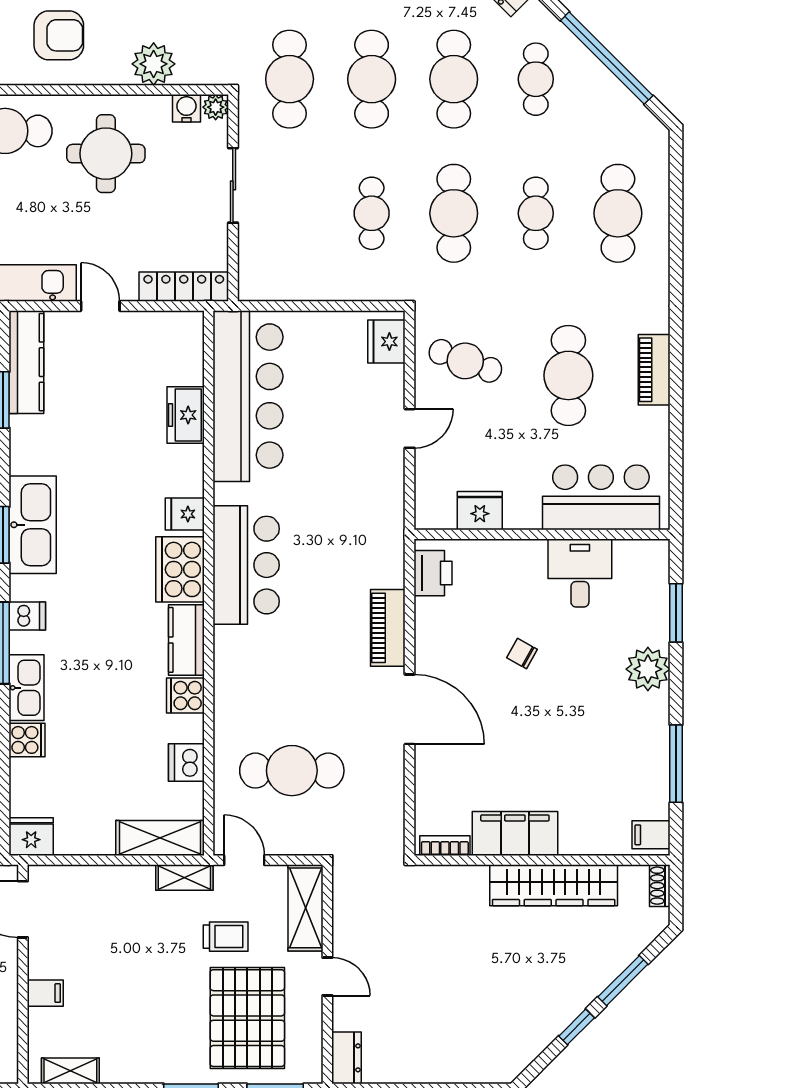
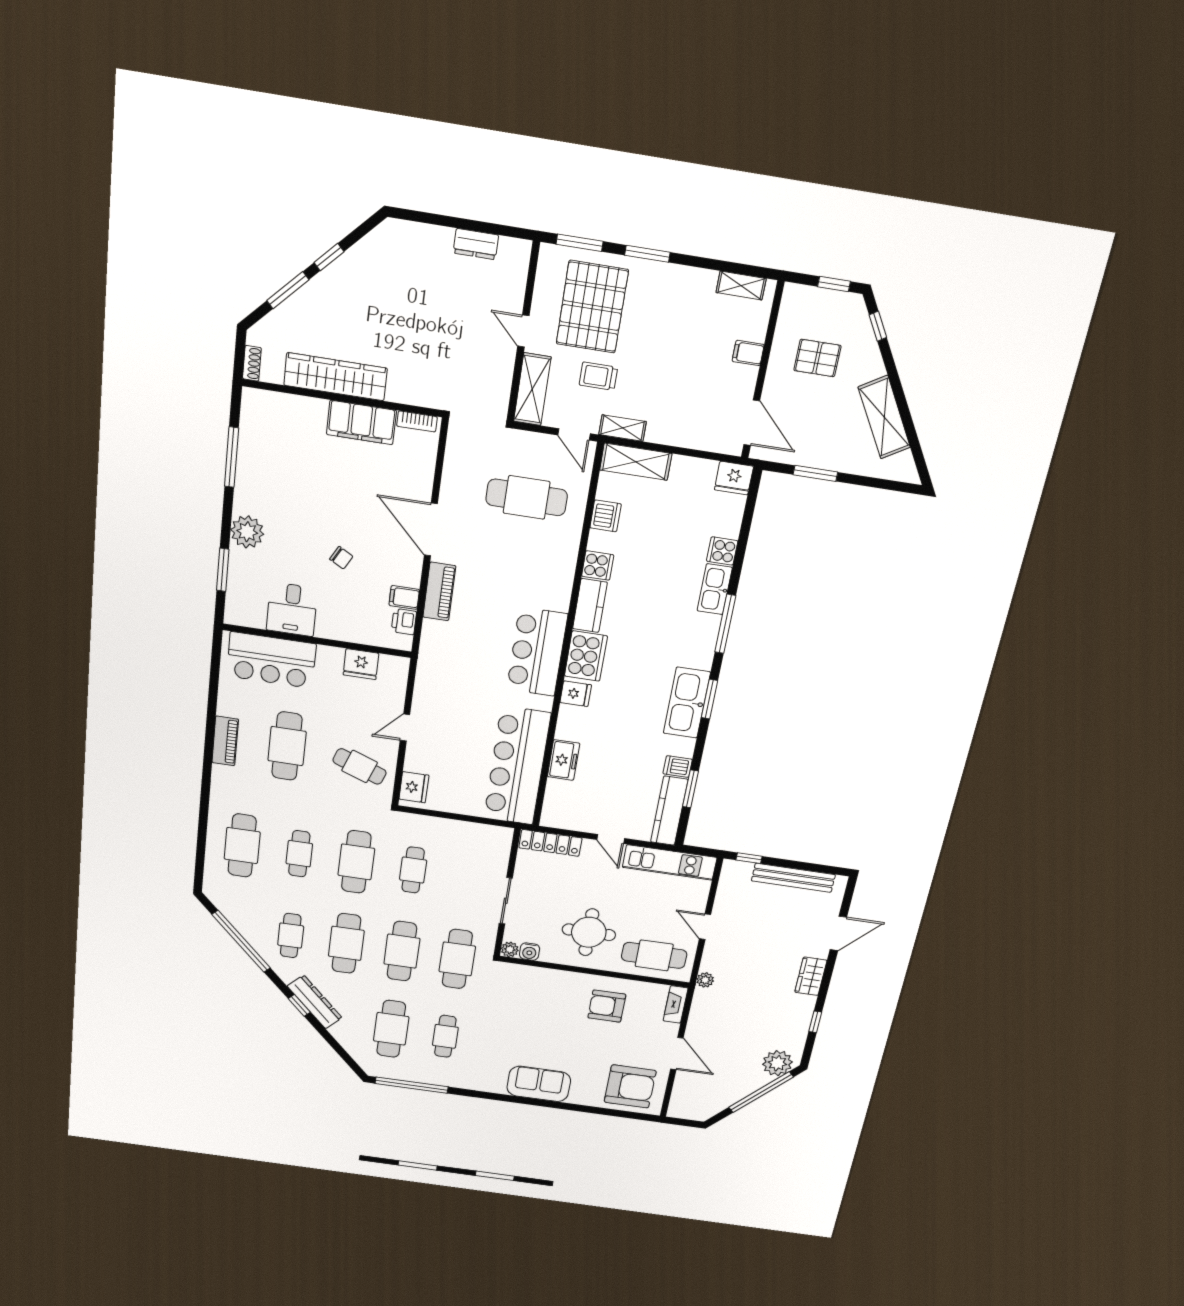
plant: (154, 64) -> (547, 981), removed
printer: (433, 573) -> (404, 622), width x0.73, depth x0.81
dishwasher: (27, 616) -> (678, 766), moved
filing cabinet: (651, 835) -> (404, 598), moved, turned 180
dresser: (347, 1058) -> (476, 244), moved, turned -90

